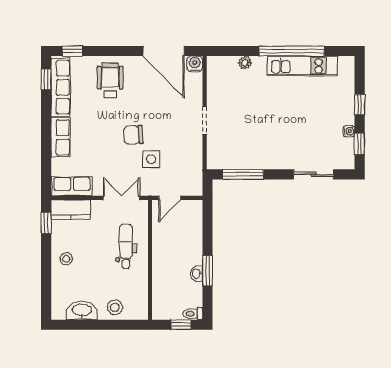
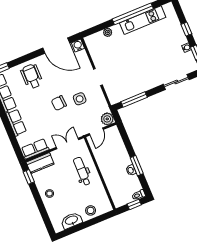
side table: (151, 159) -> (80, 99), moved
plant: (193, 186) -> (107, 119), added

